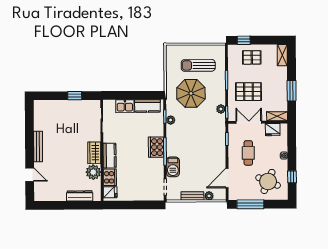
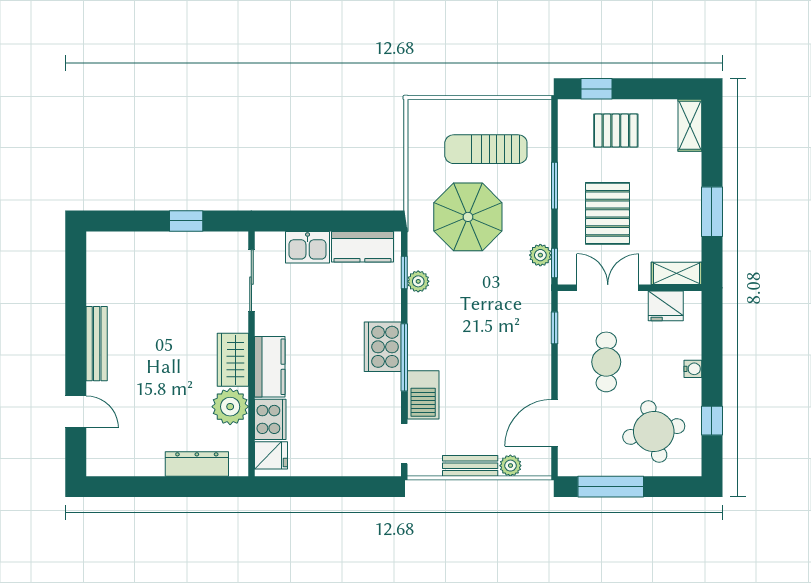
pallet: (248, 92) -> (607, 213), turned 90
round table: (268, 181) -> (654, 431), turned -36

